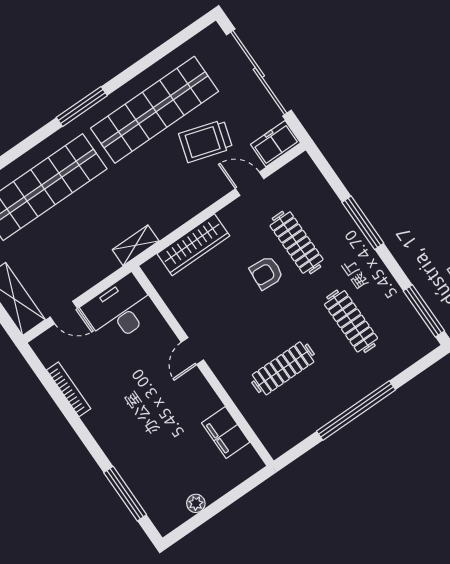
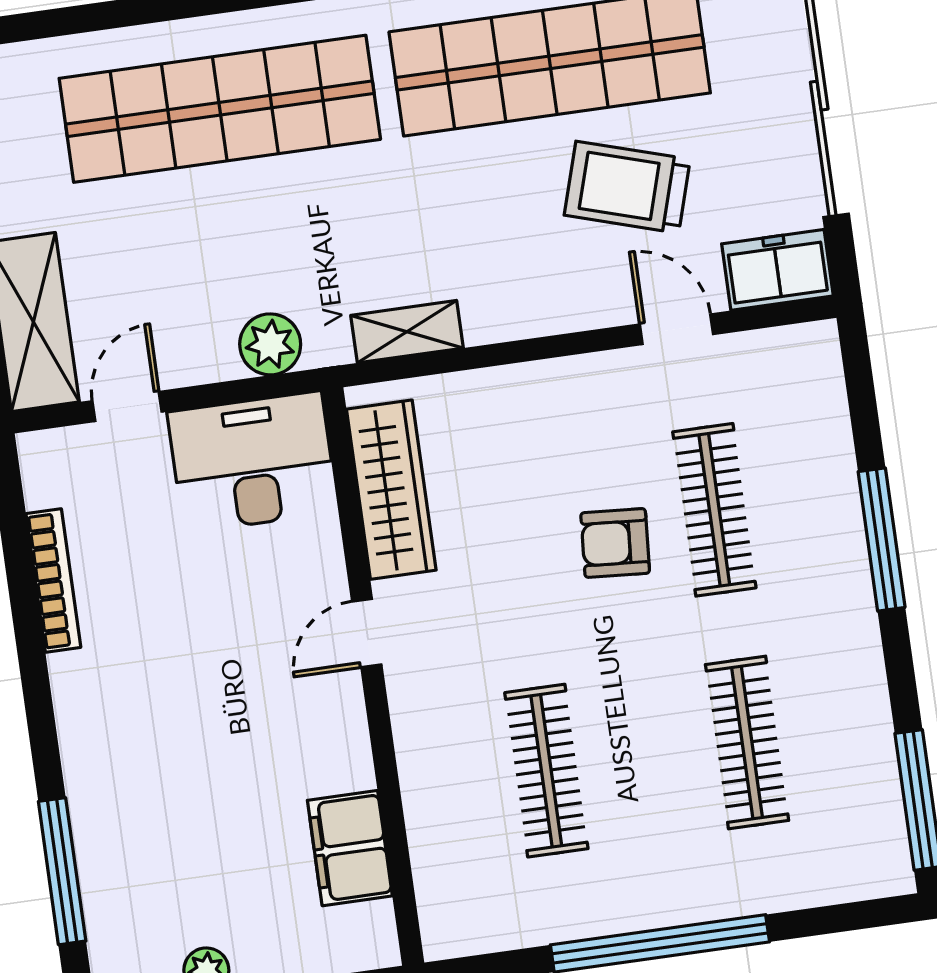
shelving: (136, 245) -> (407, 332), moved
wardrobe: (193, 245) -> (391, 490), moved, turned -90
plant: (104, 264) -> (270, 344), added
door: (64, 312) -> (127, 406), swing flipped
clothes rail: (283, 368) -> (546, 771), turned 90

